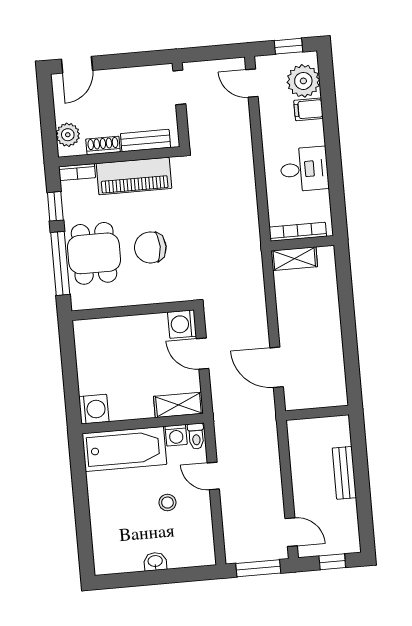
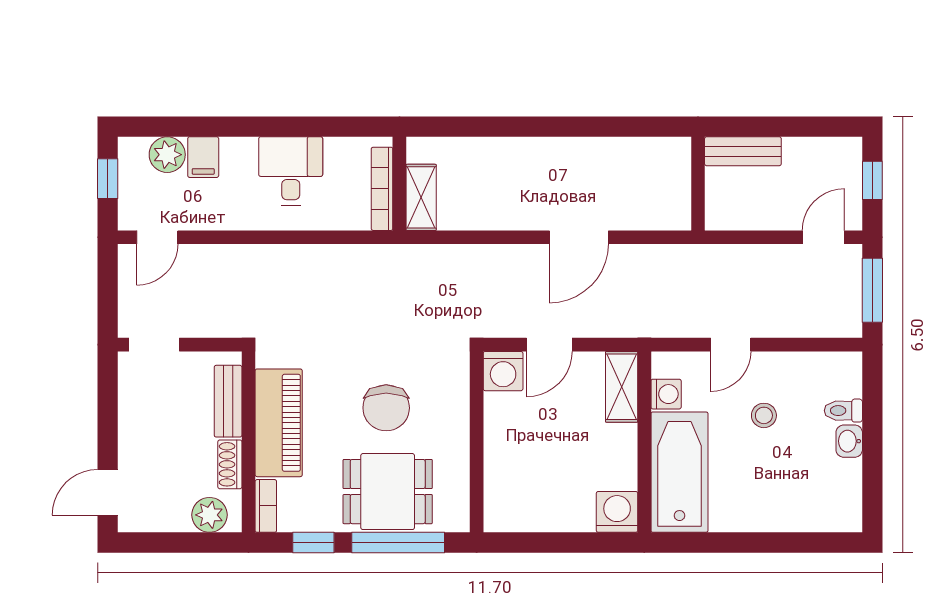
door: (77, 65) -> (108, 492), swing flipped
plant: (303, 81) -> (167, 155), width x0.73, depth x0.73
wall: (317, 413) -> (698, 184), moved
toilet: (196, 436) -> (843, 411), moved, turned 180

